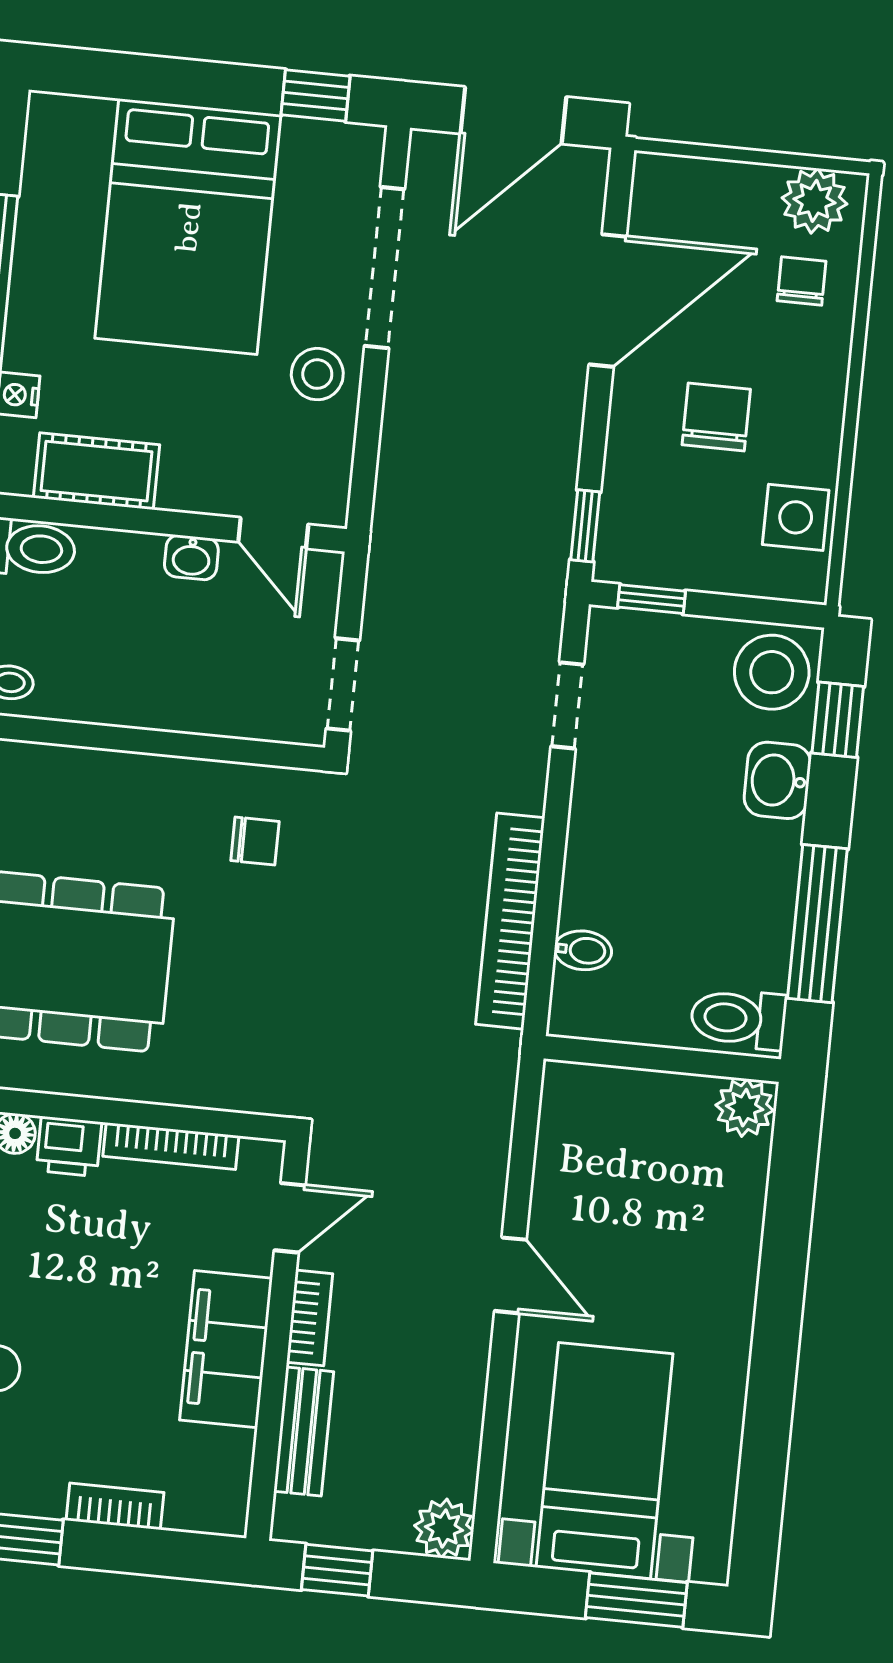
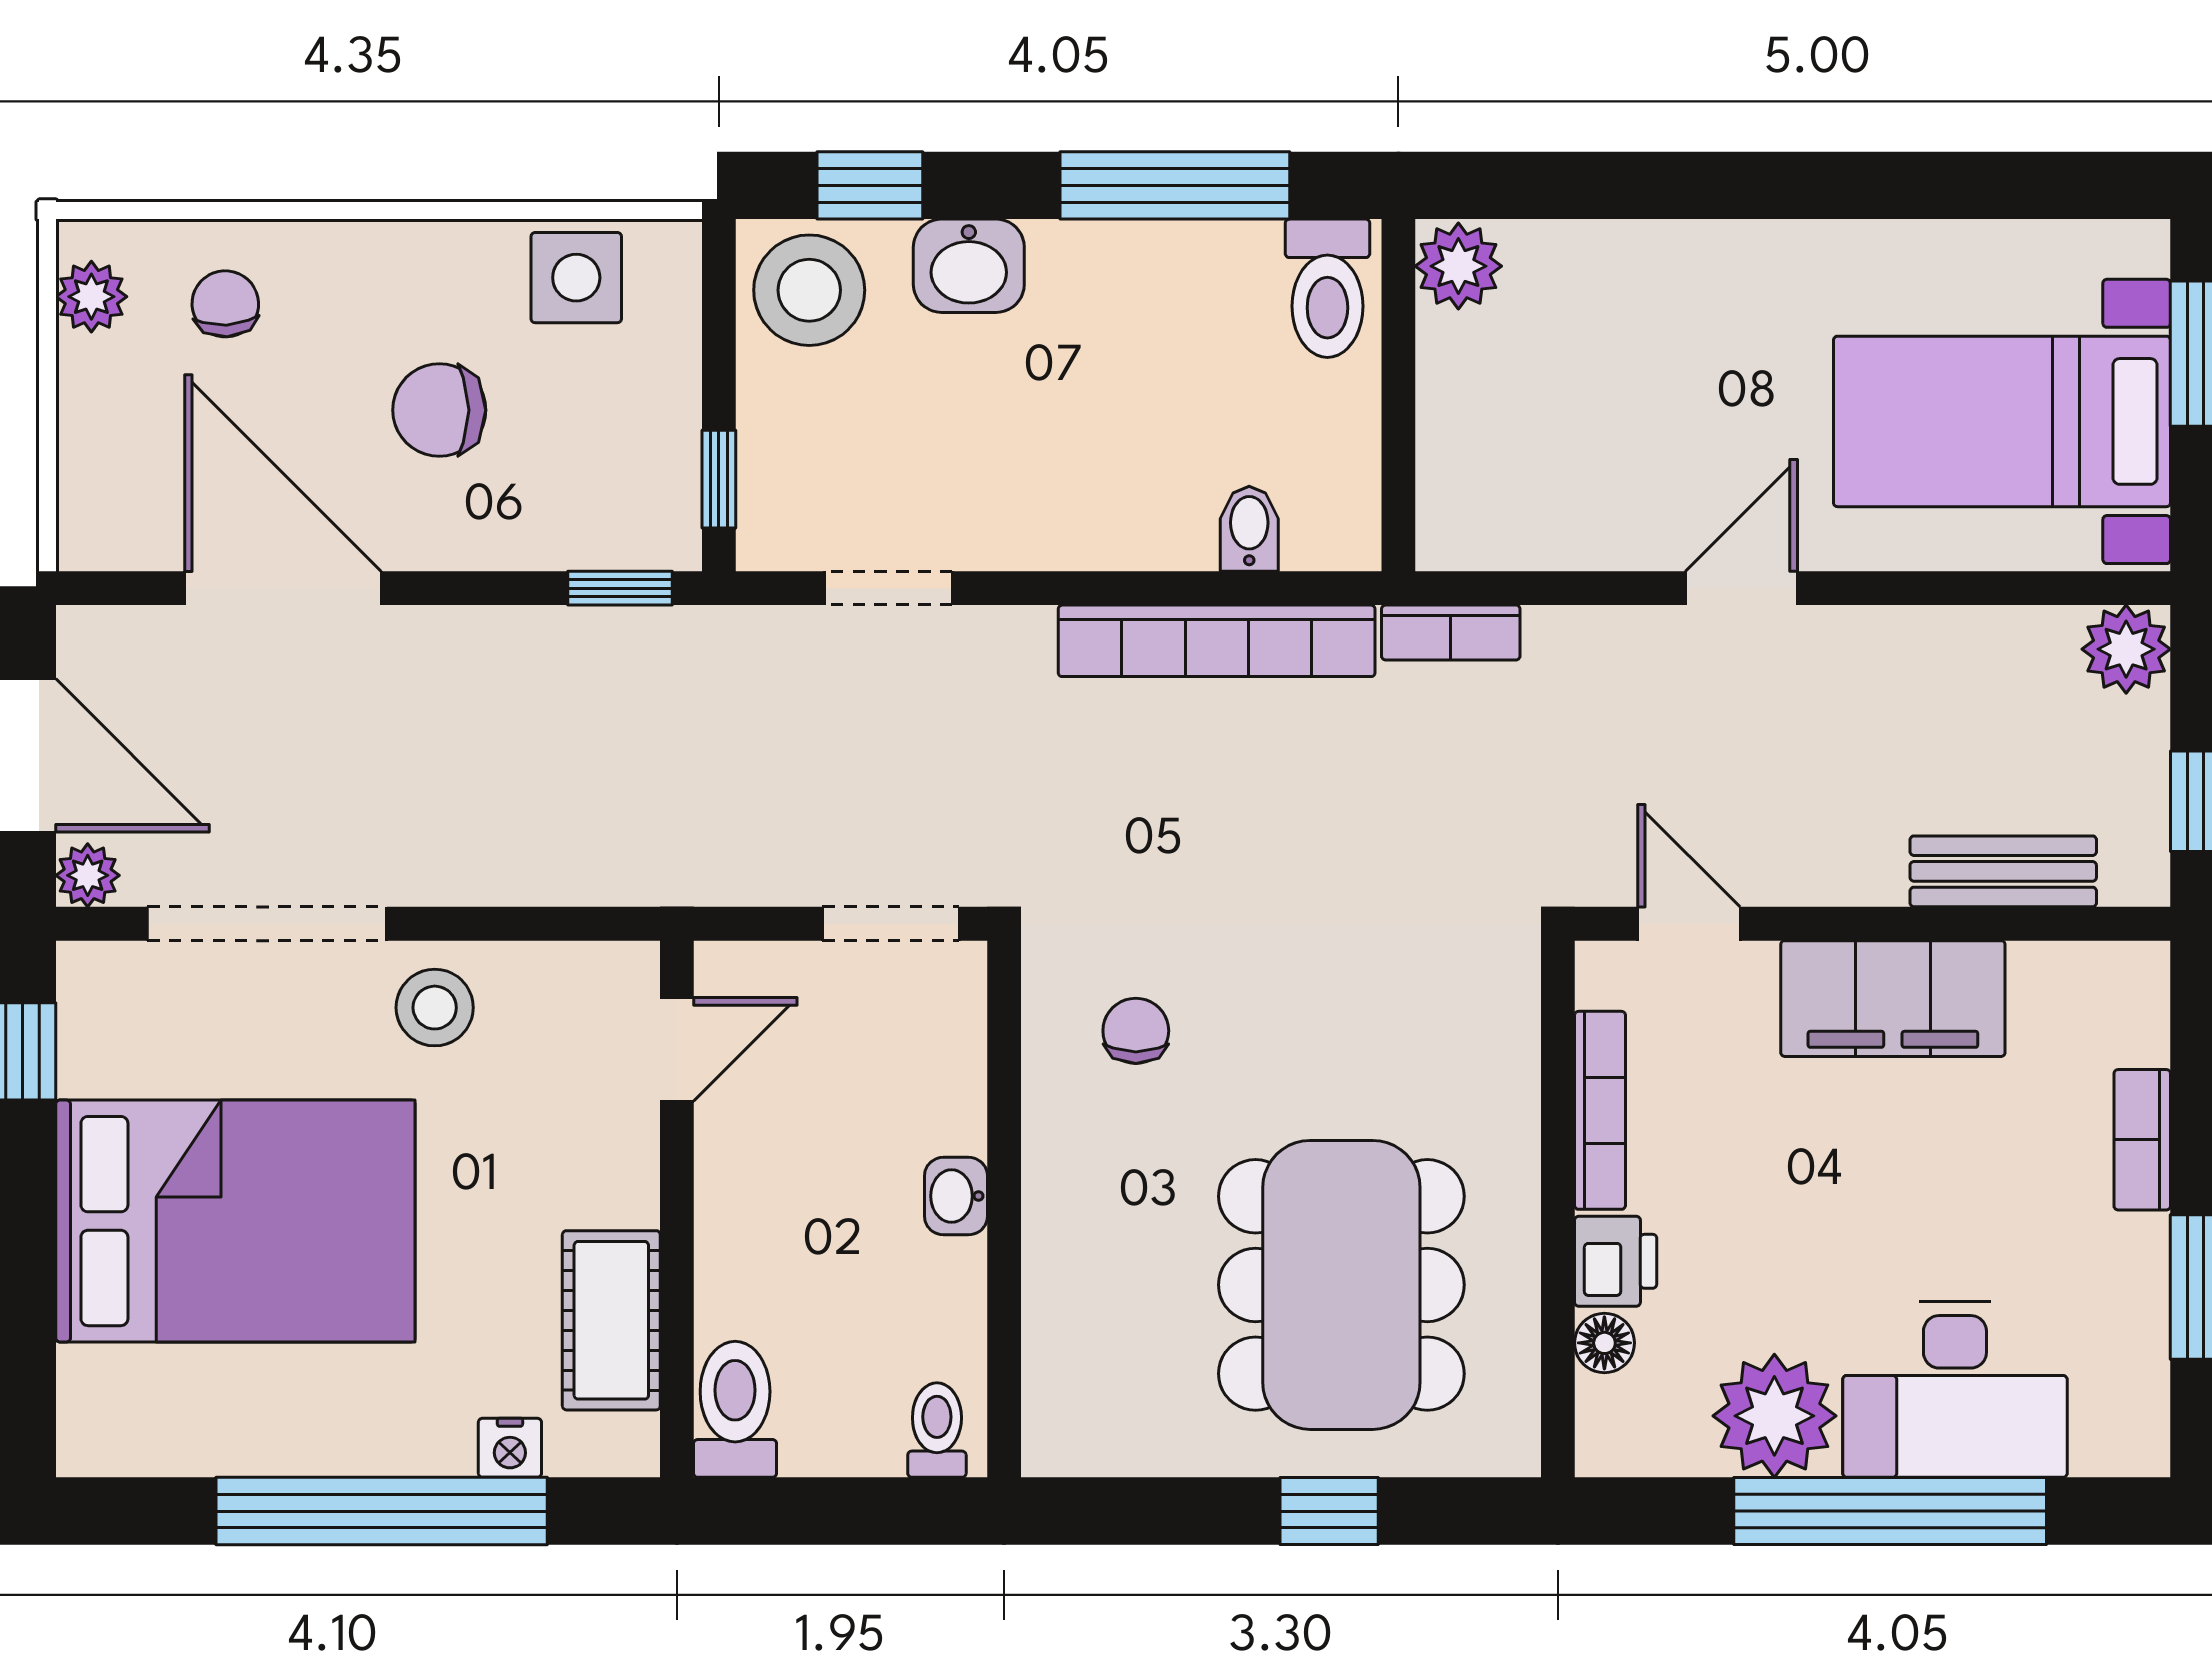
plant: (429, 151) -> (88, 875), added
plant: (814, 201) -> (91, 297), width x0.73, depth x0.73
chair: (802, 281) -> (225, 304), turned 87
washbasin: (191, 557) -> (956, 1196), moved, turned 180
bookcase: (310, 1318) -> (1451, 633), moved, turned 180

